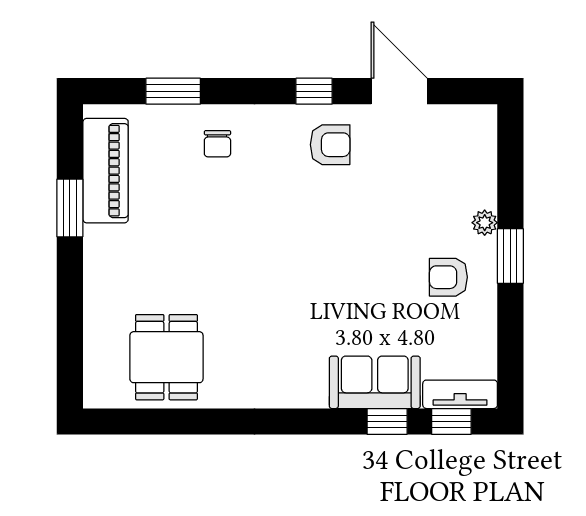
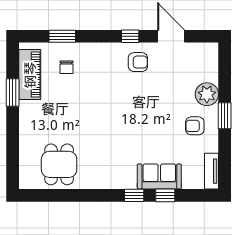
chair: (217, 144) -> (67, 67), moved
plant: (485, 223) -> (207, 94), width x1.88, depth x1.88
tv unit: (460, 394) -> (212, 171), moved, turned -90
window: (451, 421) -> (134, 195), moved

